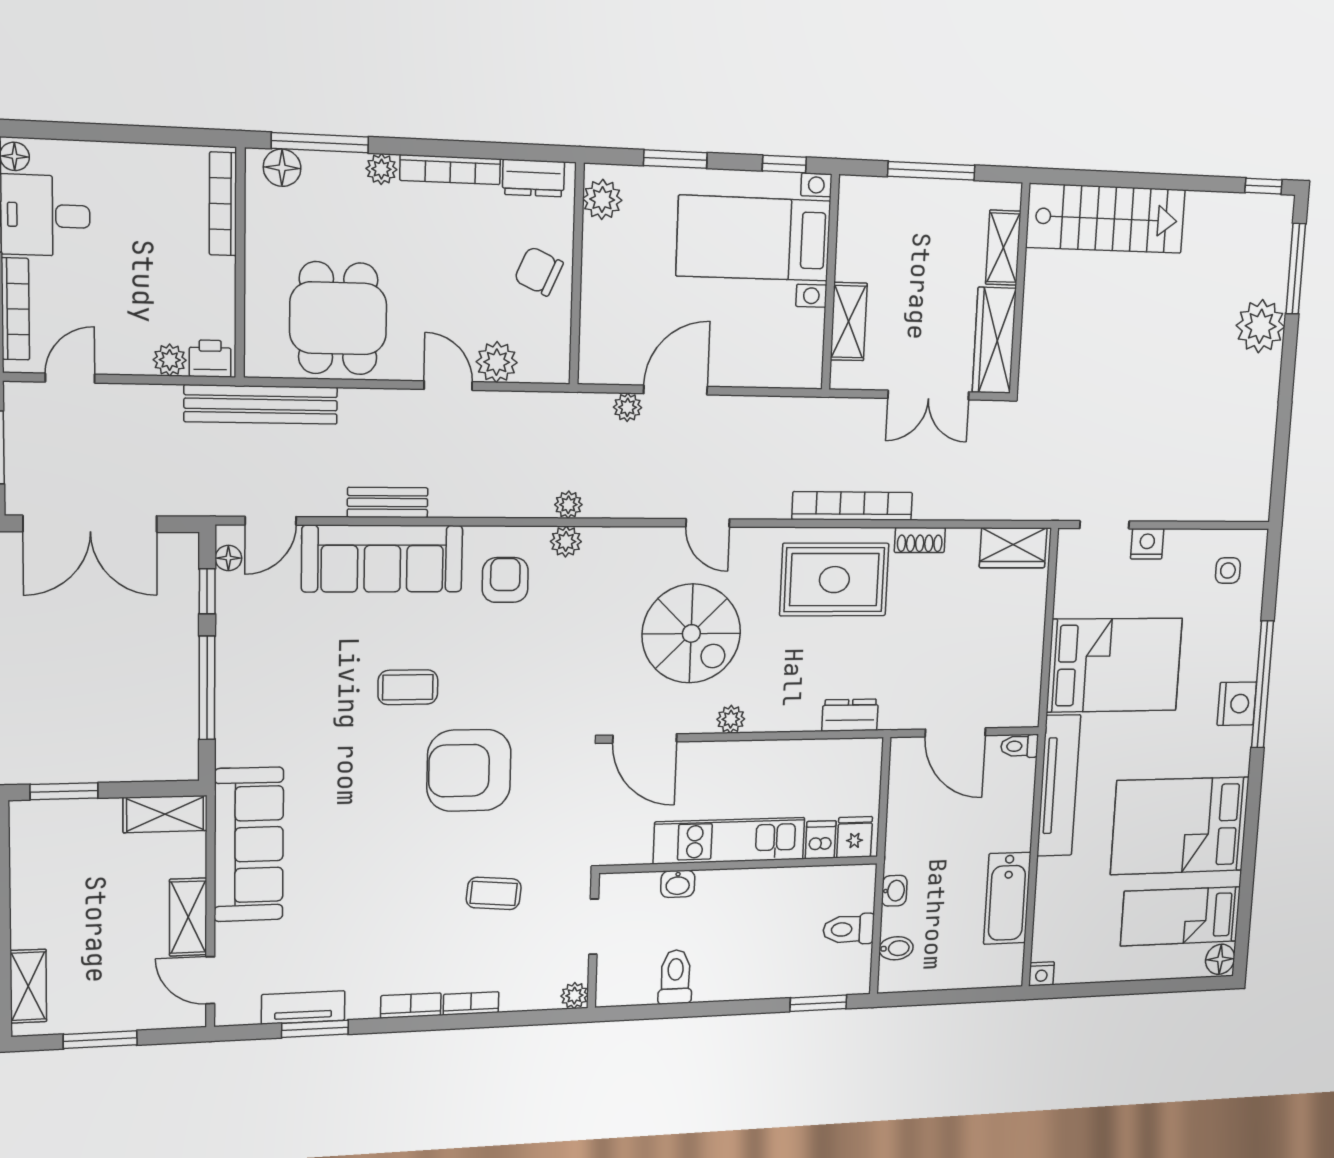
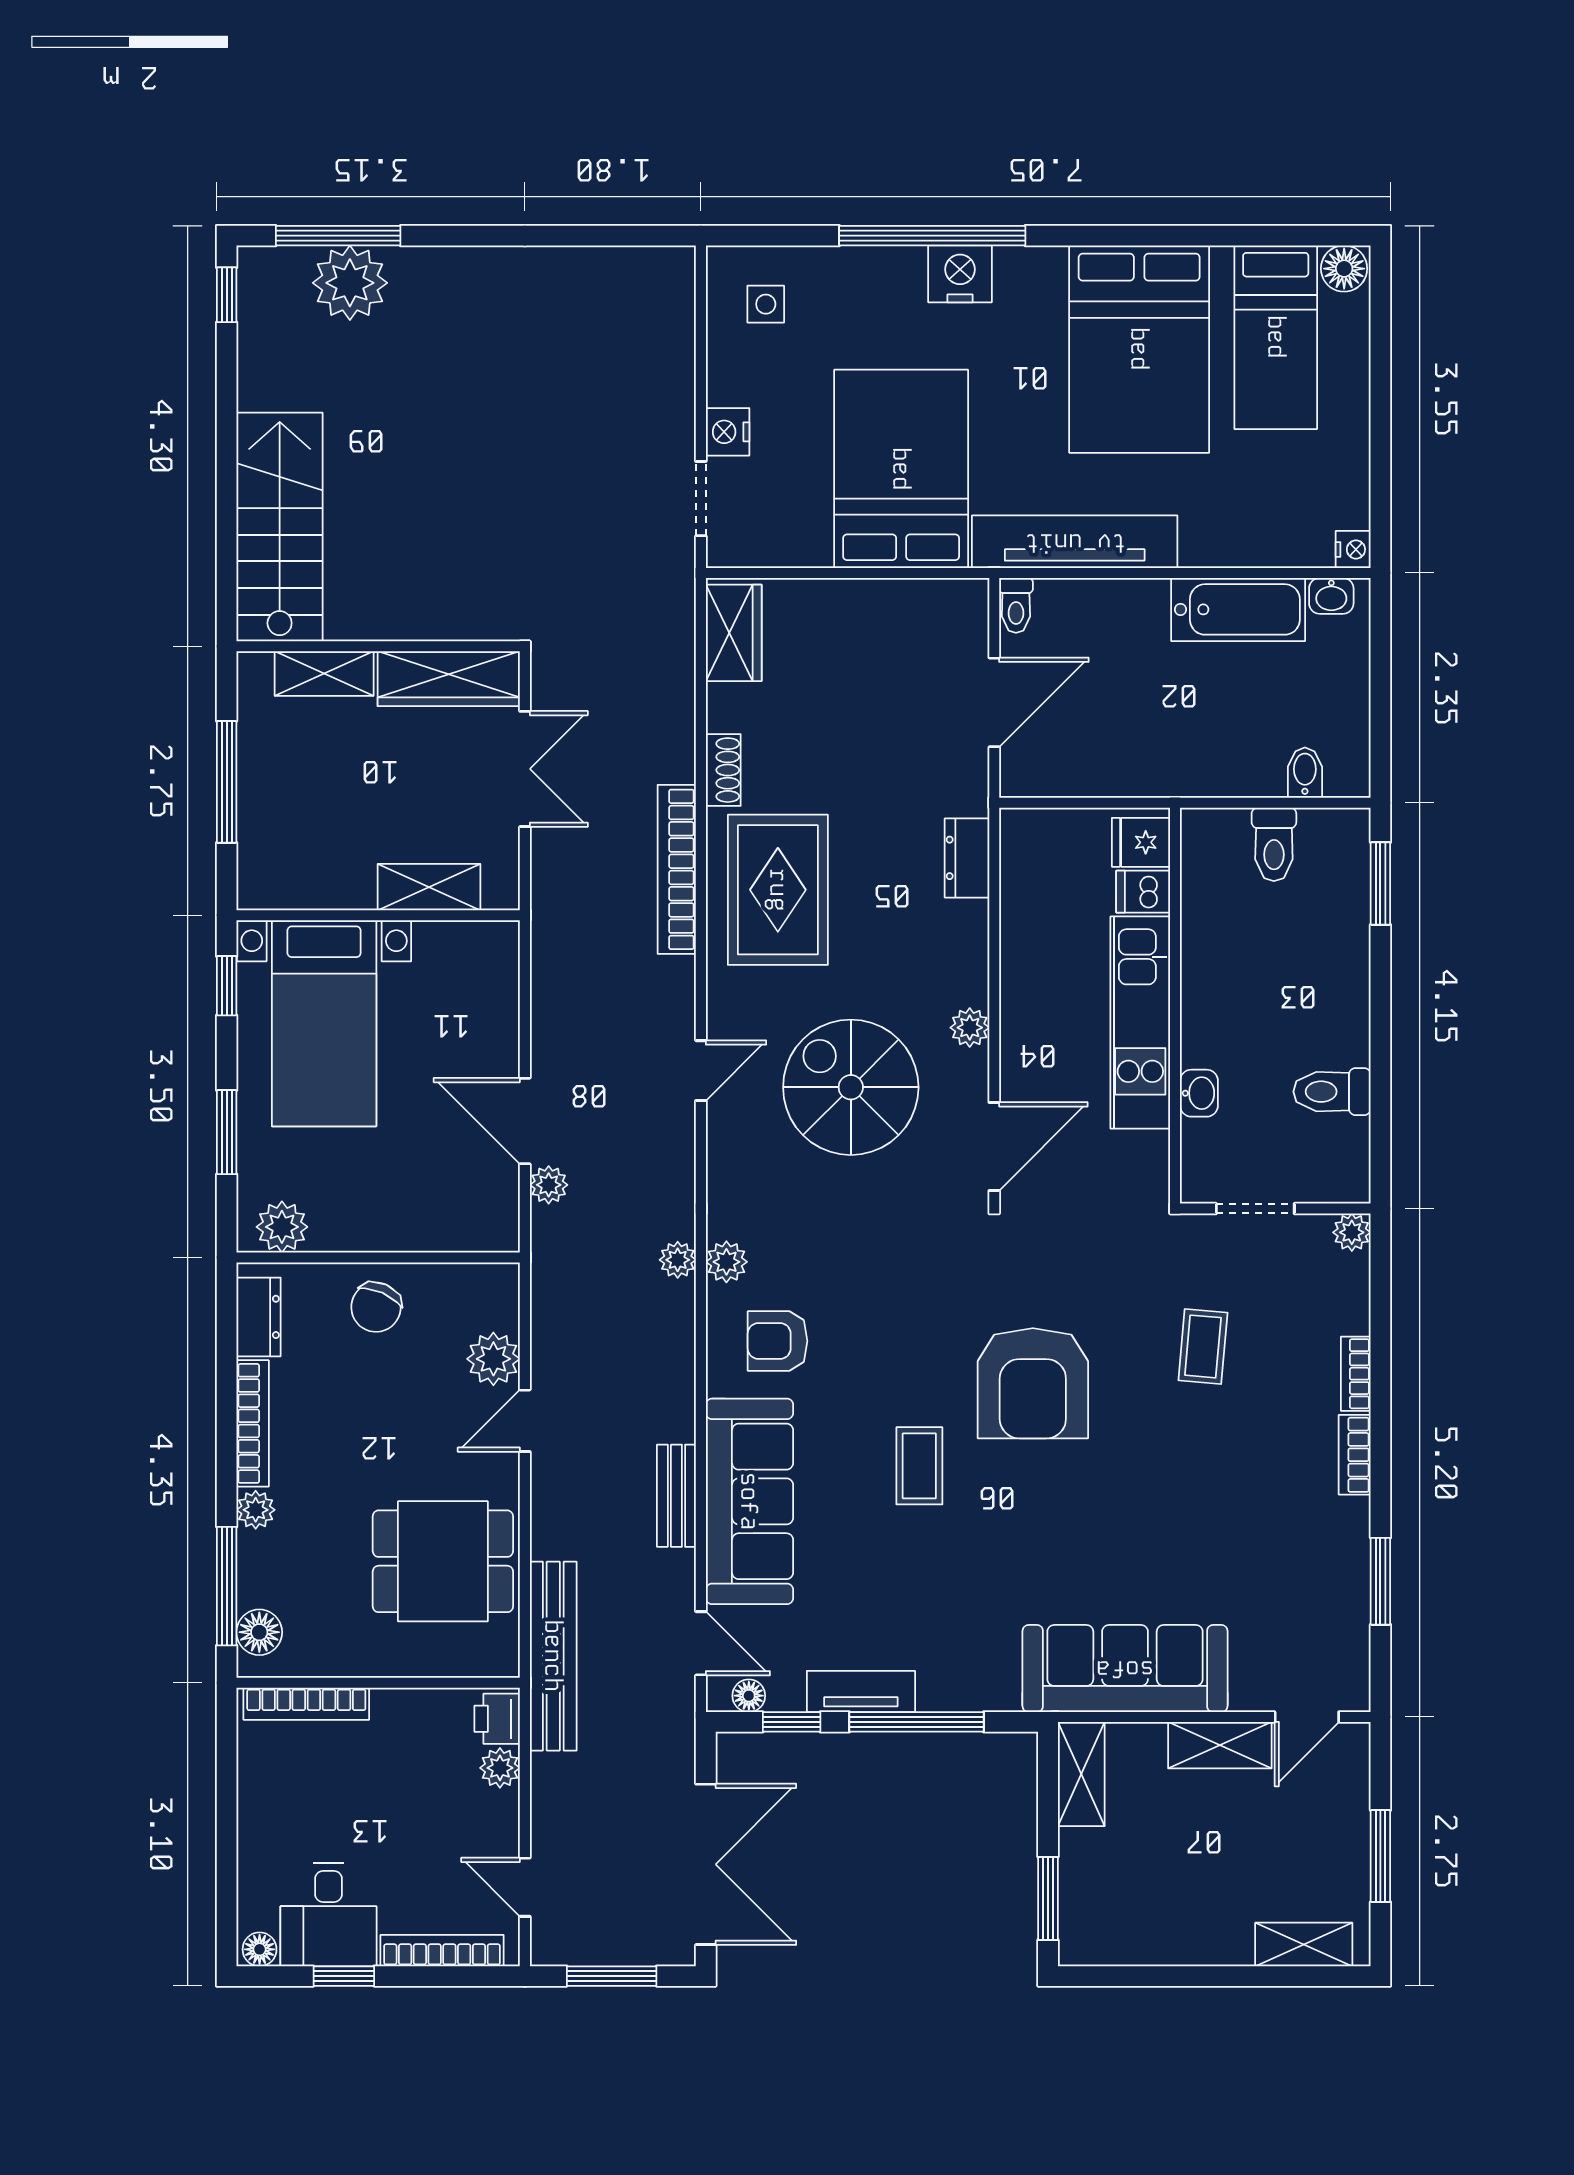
plant: (1261, 326) -> (350, 283), moved
spiral stairs: (691, 633) -> (851, 1087), turned -90
washbasin: (894, 891) -> (1331, 596), moved, turned 180
tv unit: (303, 1007) -> (861, 1691), moved, turned 90

